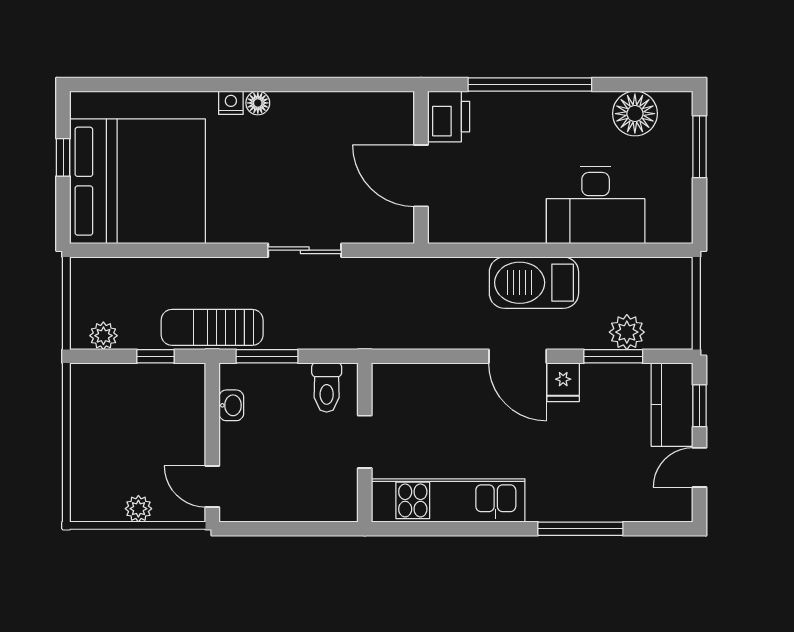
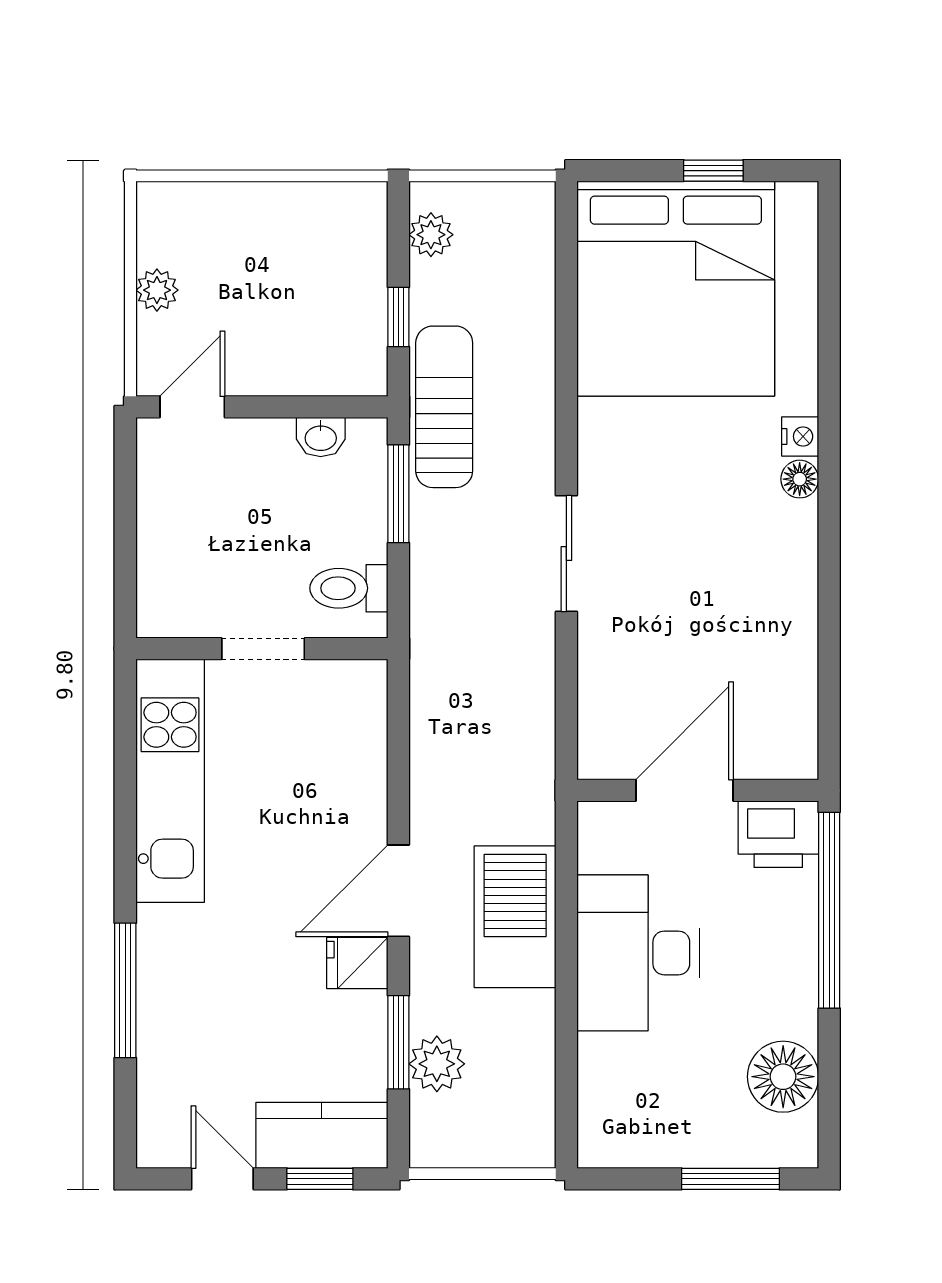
printer: (449, 117) -> (778, 834), moved
wall: (421, 167) -> (698, 790), moved
door: (421, 176) -> (684, 790), moved
desk: (596, 205) -> (638, 953), moved

